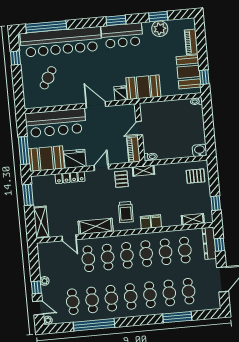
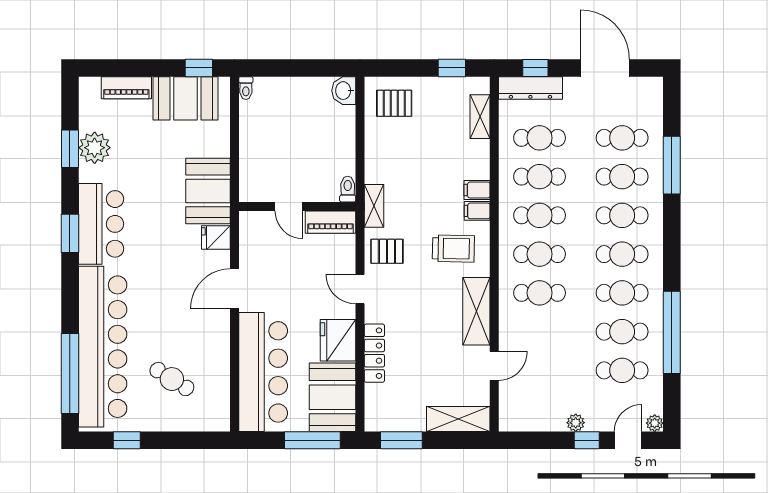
pallet: (195, 176) -> (394, 103), turned 90
cafe table: (88, 259) -> (540, 332), removed

